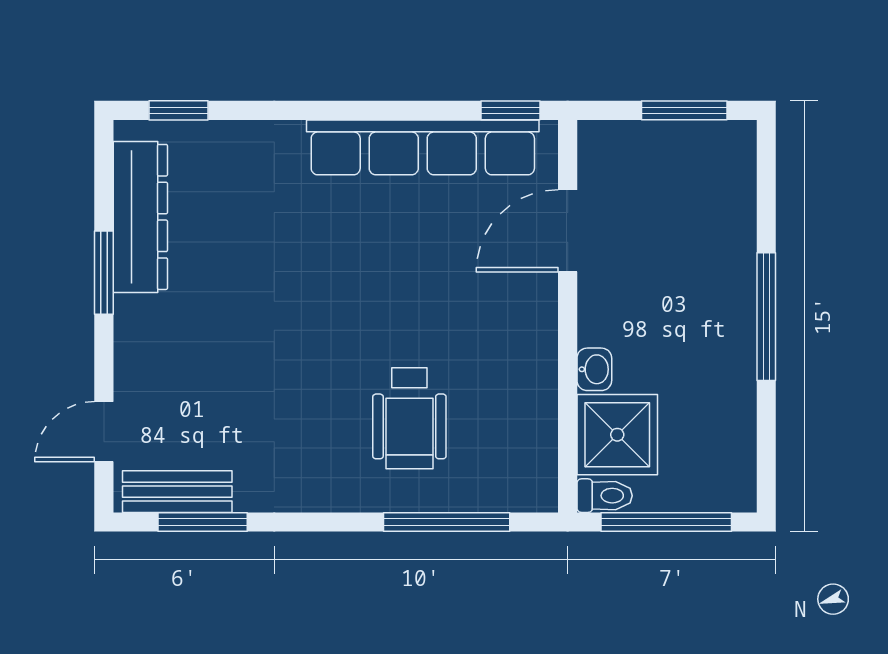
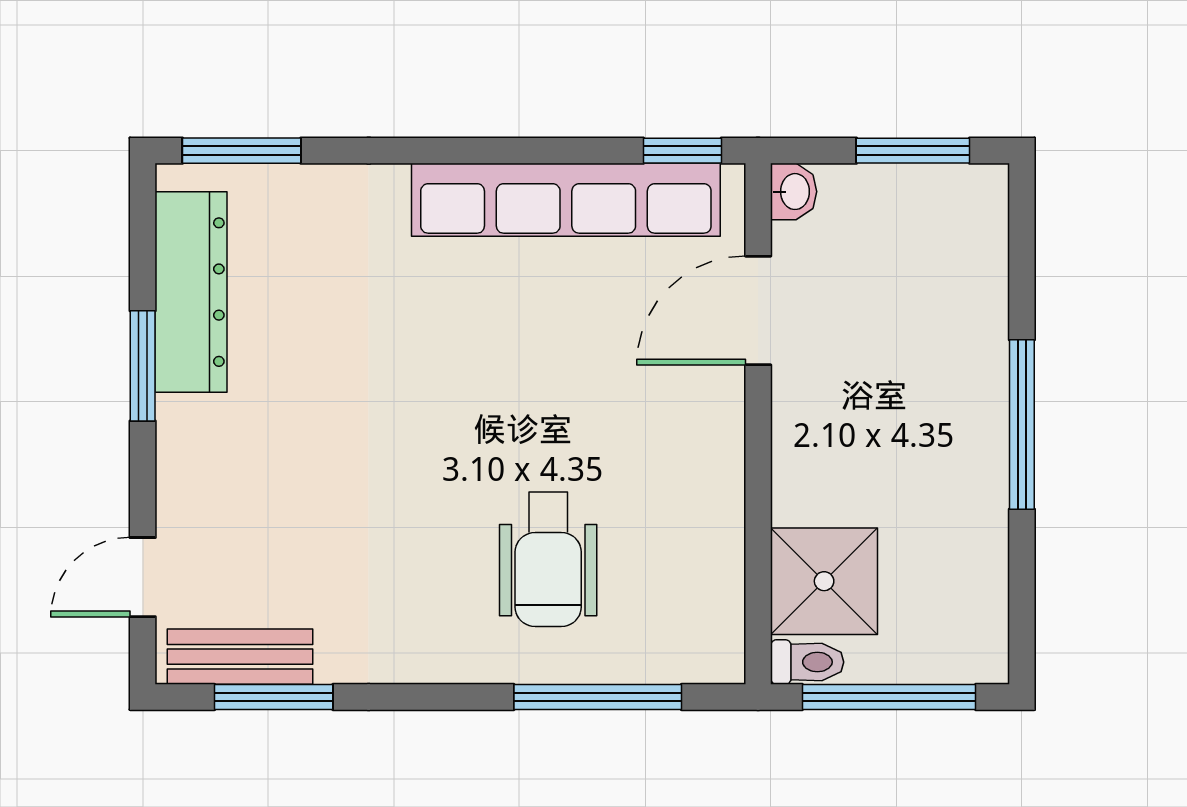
window: (179, 110) -> (242, 151), width x1.50
washbasin: (594, 369) -> (794, 192), moved

